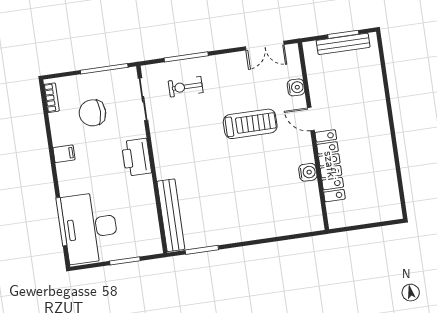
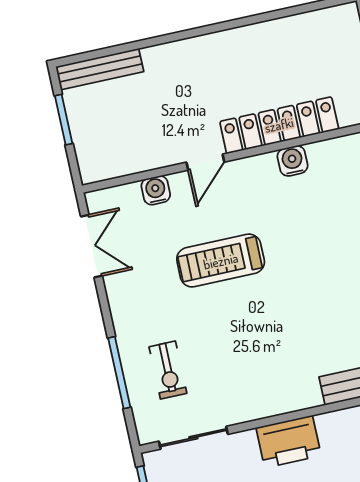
bench: (343, 44) -> (100, 69), moved, turned 90
treadmill: (250, 124) -> (221, 261), turned -90

